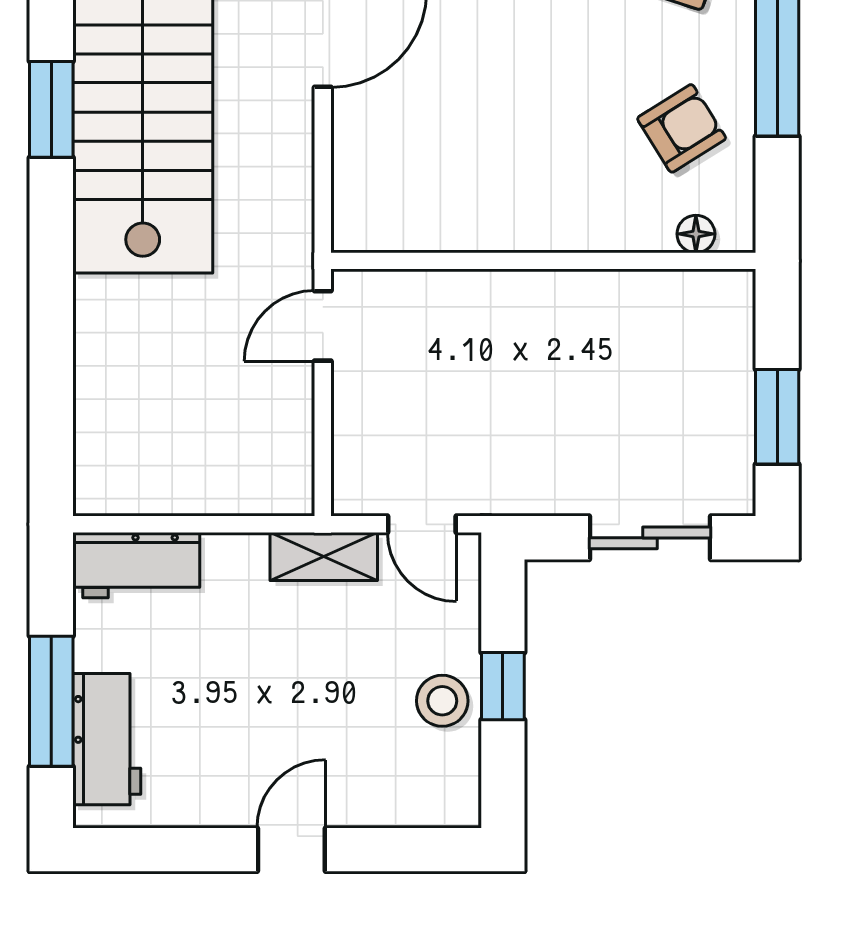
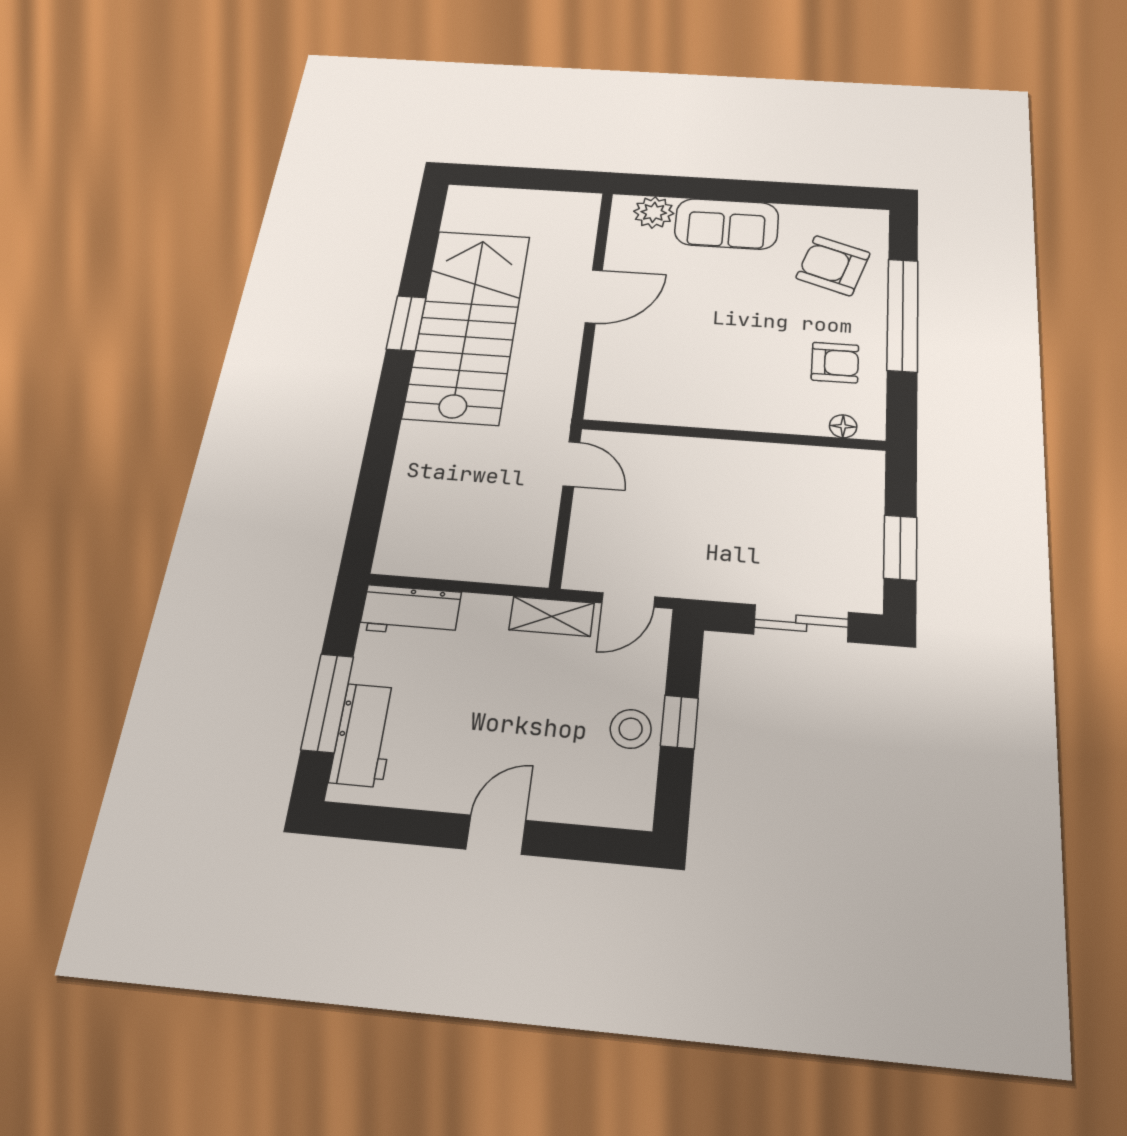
armchair: (682, 128) -> (835, 363), turned 32
door: (323, 326) -> (571, 464), swing flipped
door: (422, 524) -> (628, 600), hinge flipped

